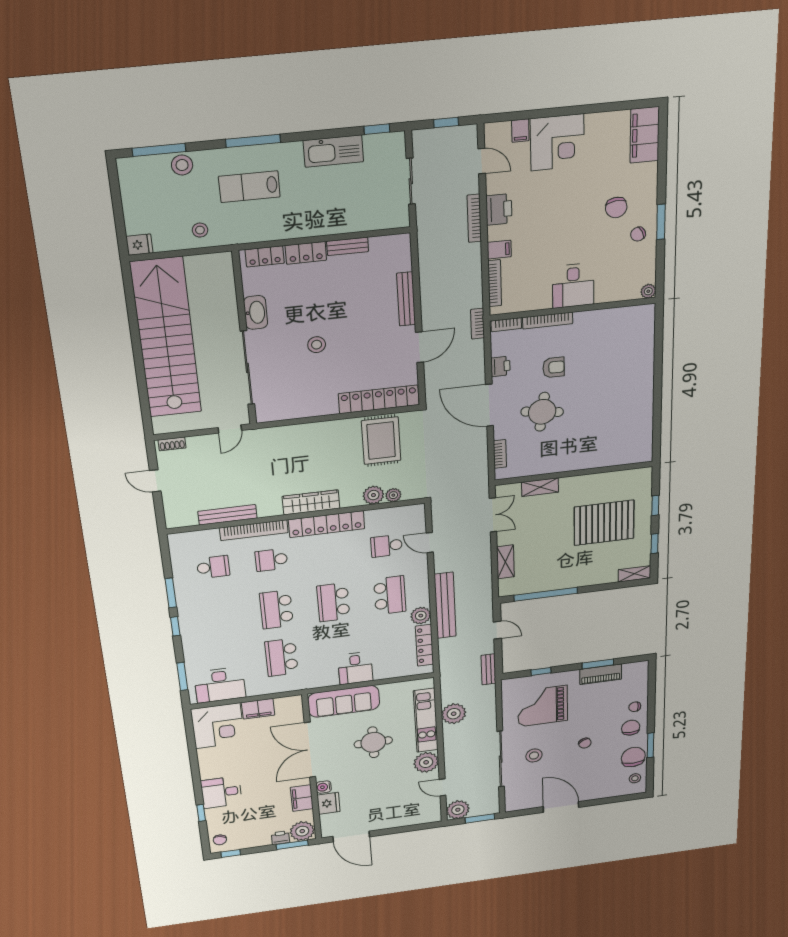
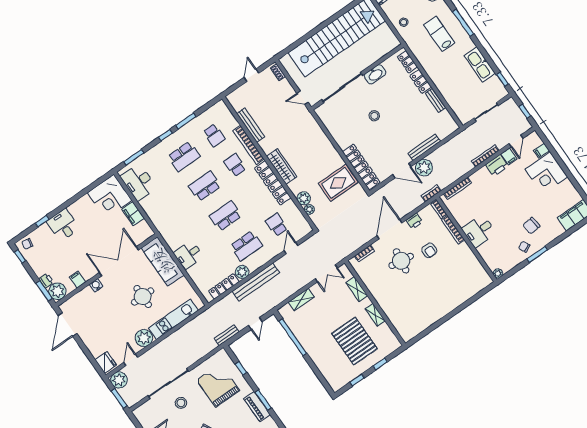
filing cabinet: (499, 250) -> (509, 156), moved
shelving: (634, 574) -> (375, 315), moved
school desk: (281, 657) -> (184, 156), moved, turned 180
plant: (454, 714) -> (424, 168), moved
filing cabinet: (302, 798) -> (78, 280), width x0.50
fridge: (329, 803) -> (106, 362), moved, turned -90

